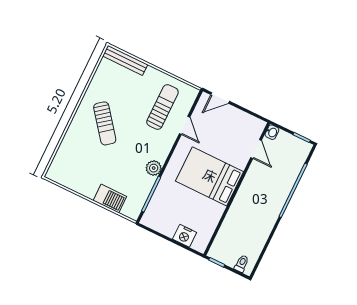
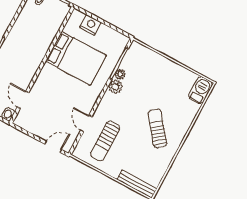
bed: (210, 176) -> (76, 58), moved
plant: (149, 182) -> (120, 74), added
barbecue: (110, 198) -> (200, 90), moved, turned 90

